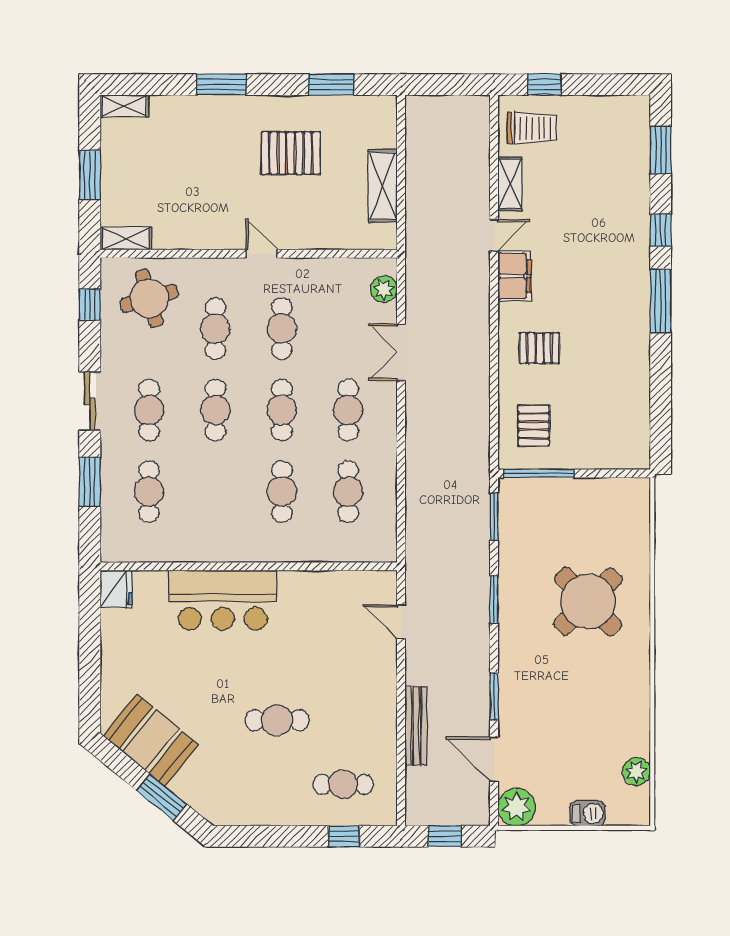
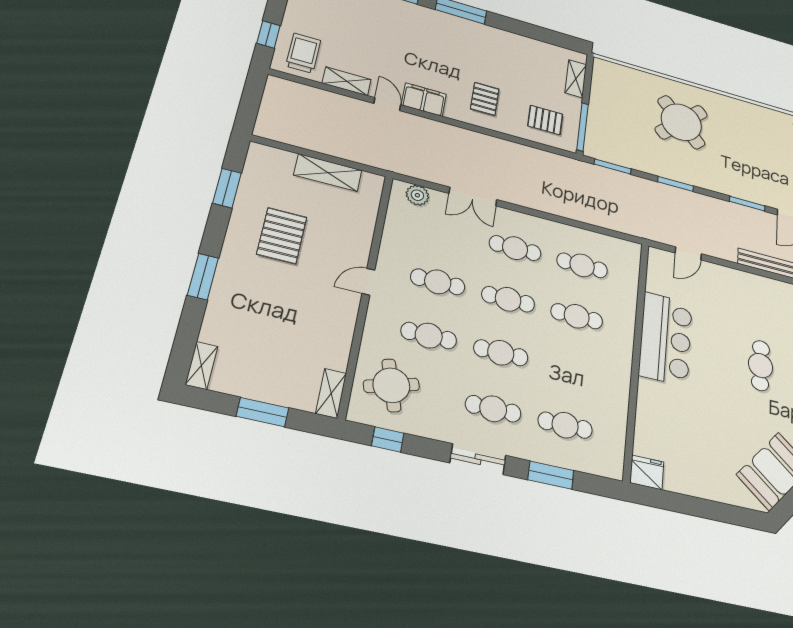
shelving: (608, 458) -> (576, 79), added
bar counter: (223, 600) -> (666, 339), moved

